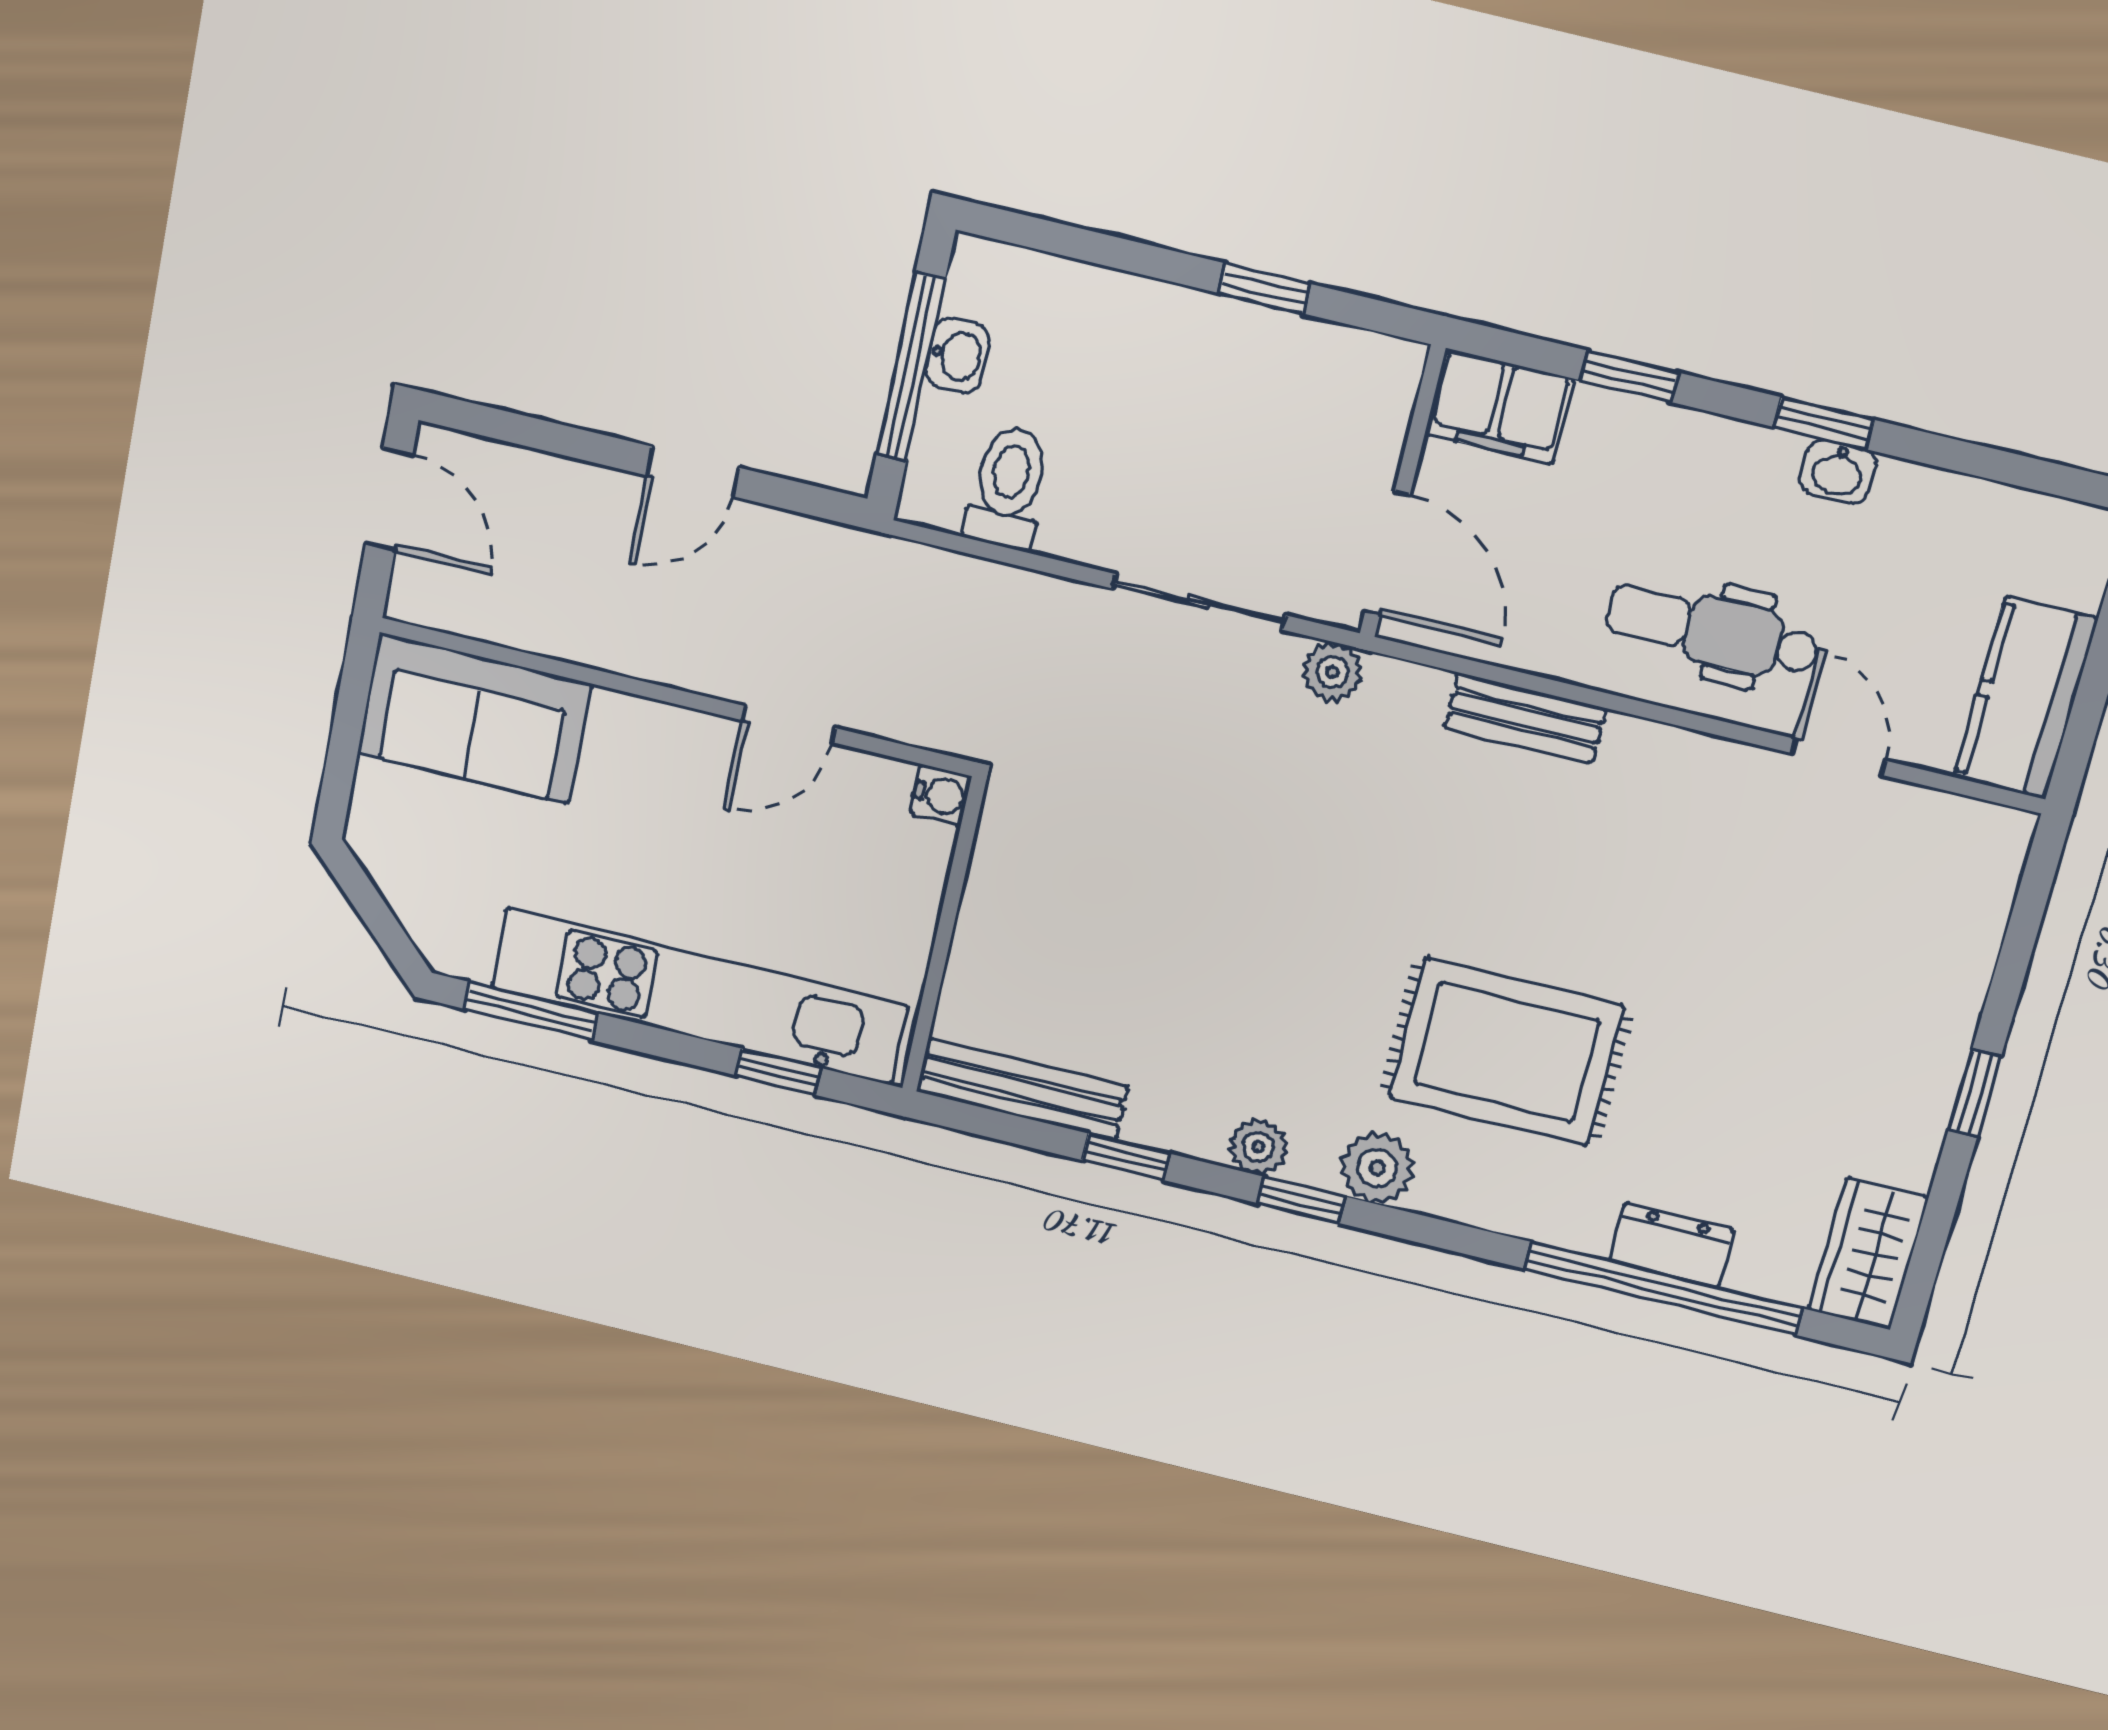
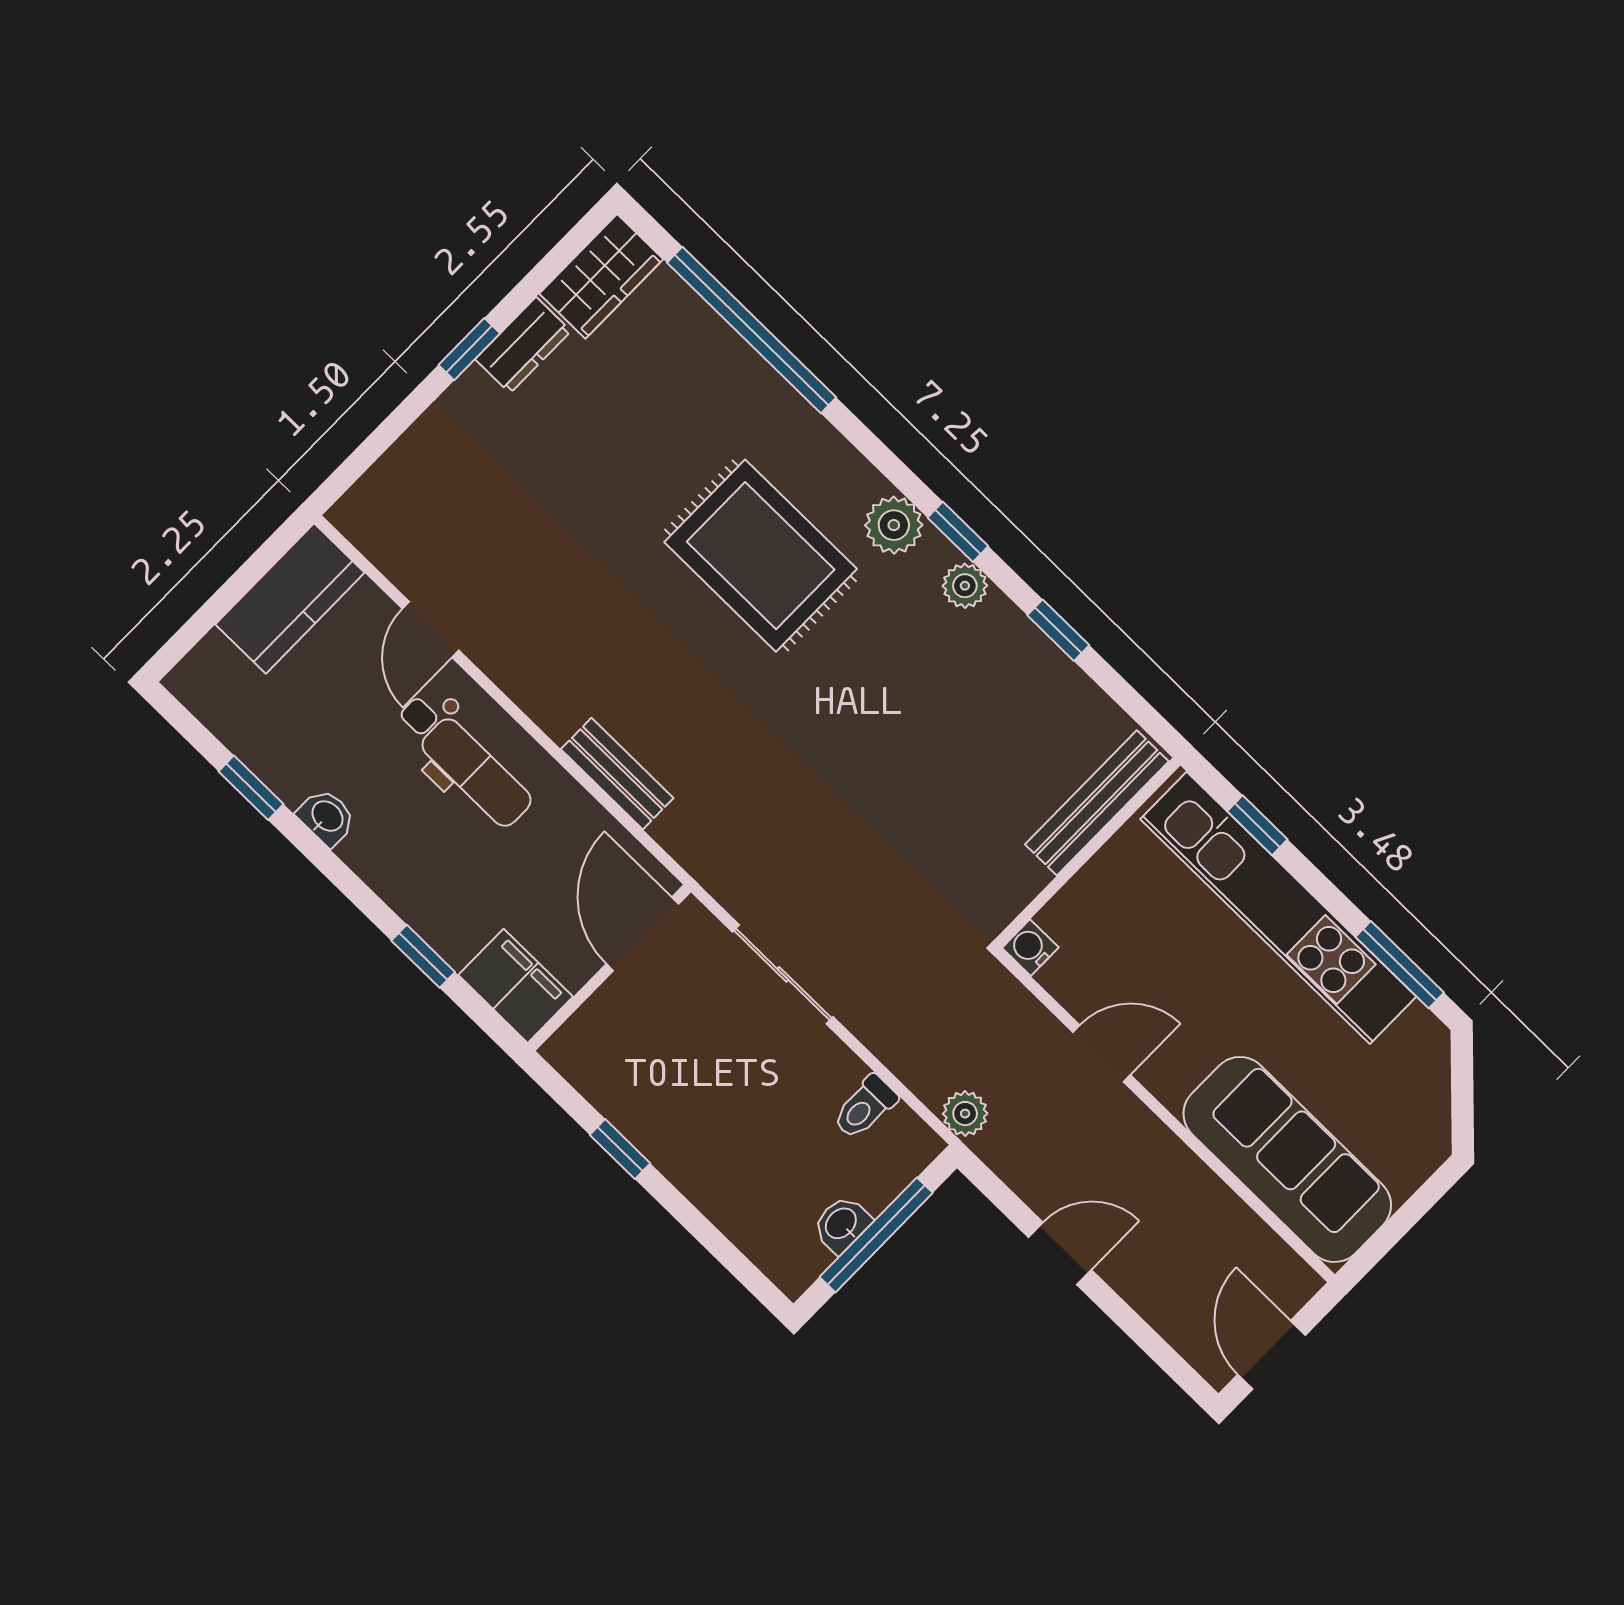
window: (1824, 423) -> (251, 788), moved
toilet: (1008, 488) -> (865, 1107), width x0.73, depth x0.72
plant: (1332, 672) -> (965, 1114), moved
sofa: (475, 719) -> (1287, 1159), width x1.36
bench: (1022, 1089) -> (1097, 803), moved, turned 90
dresser: (1672, 1245) -> (523, 345), moved, turned -90

